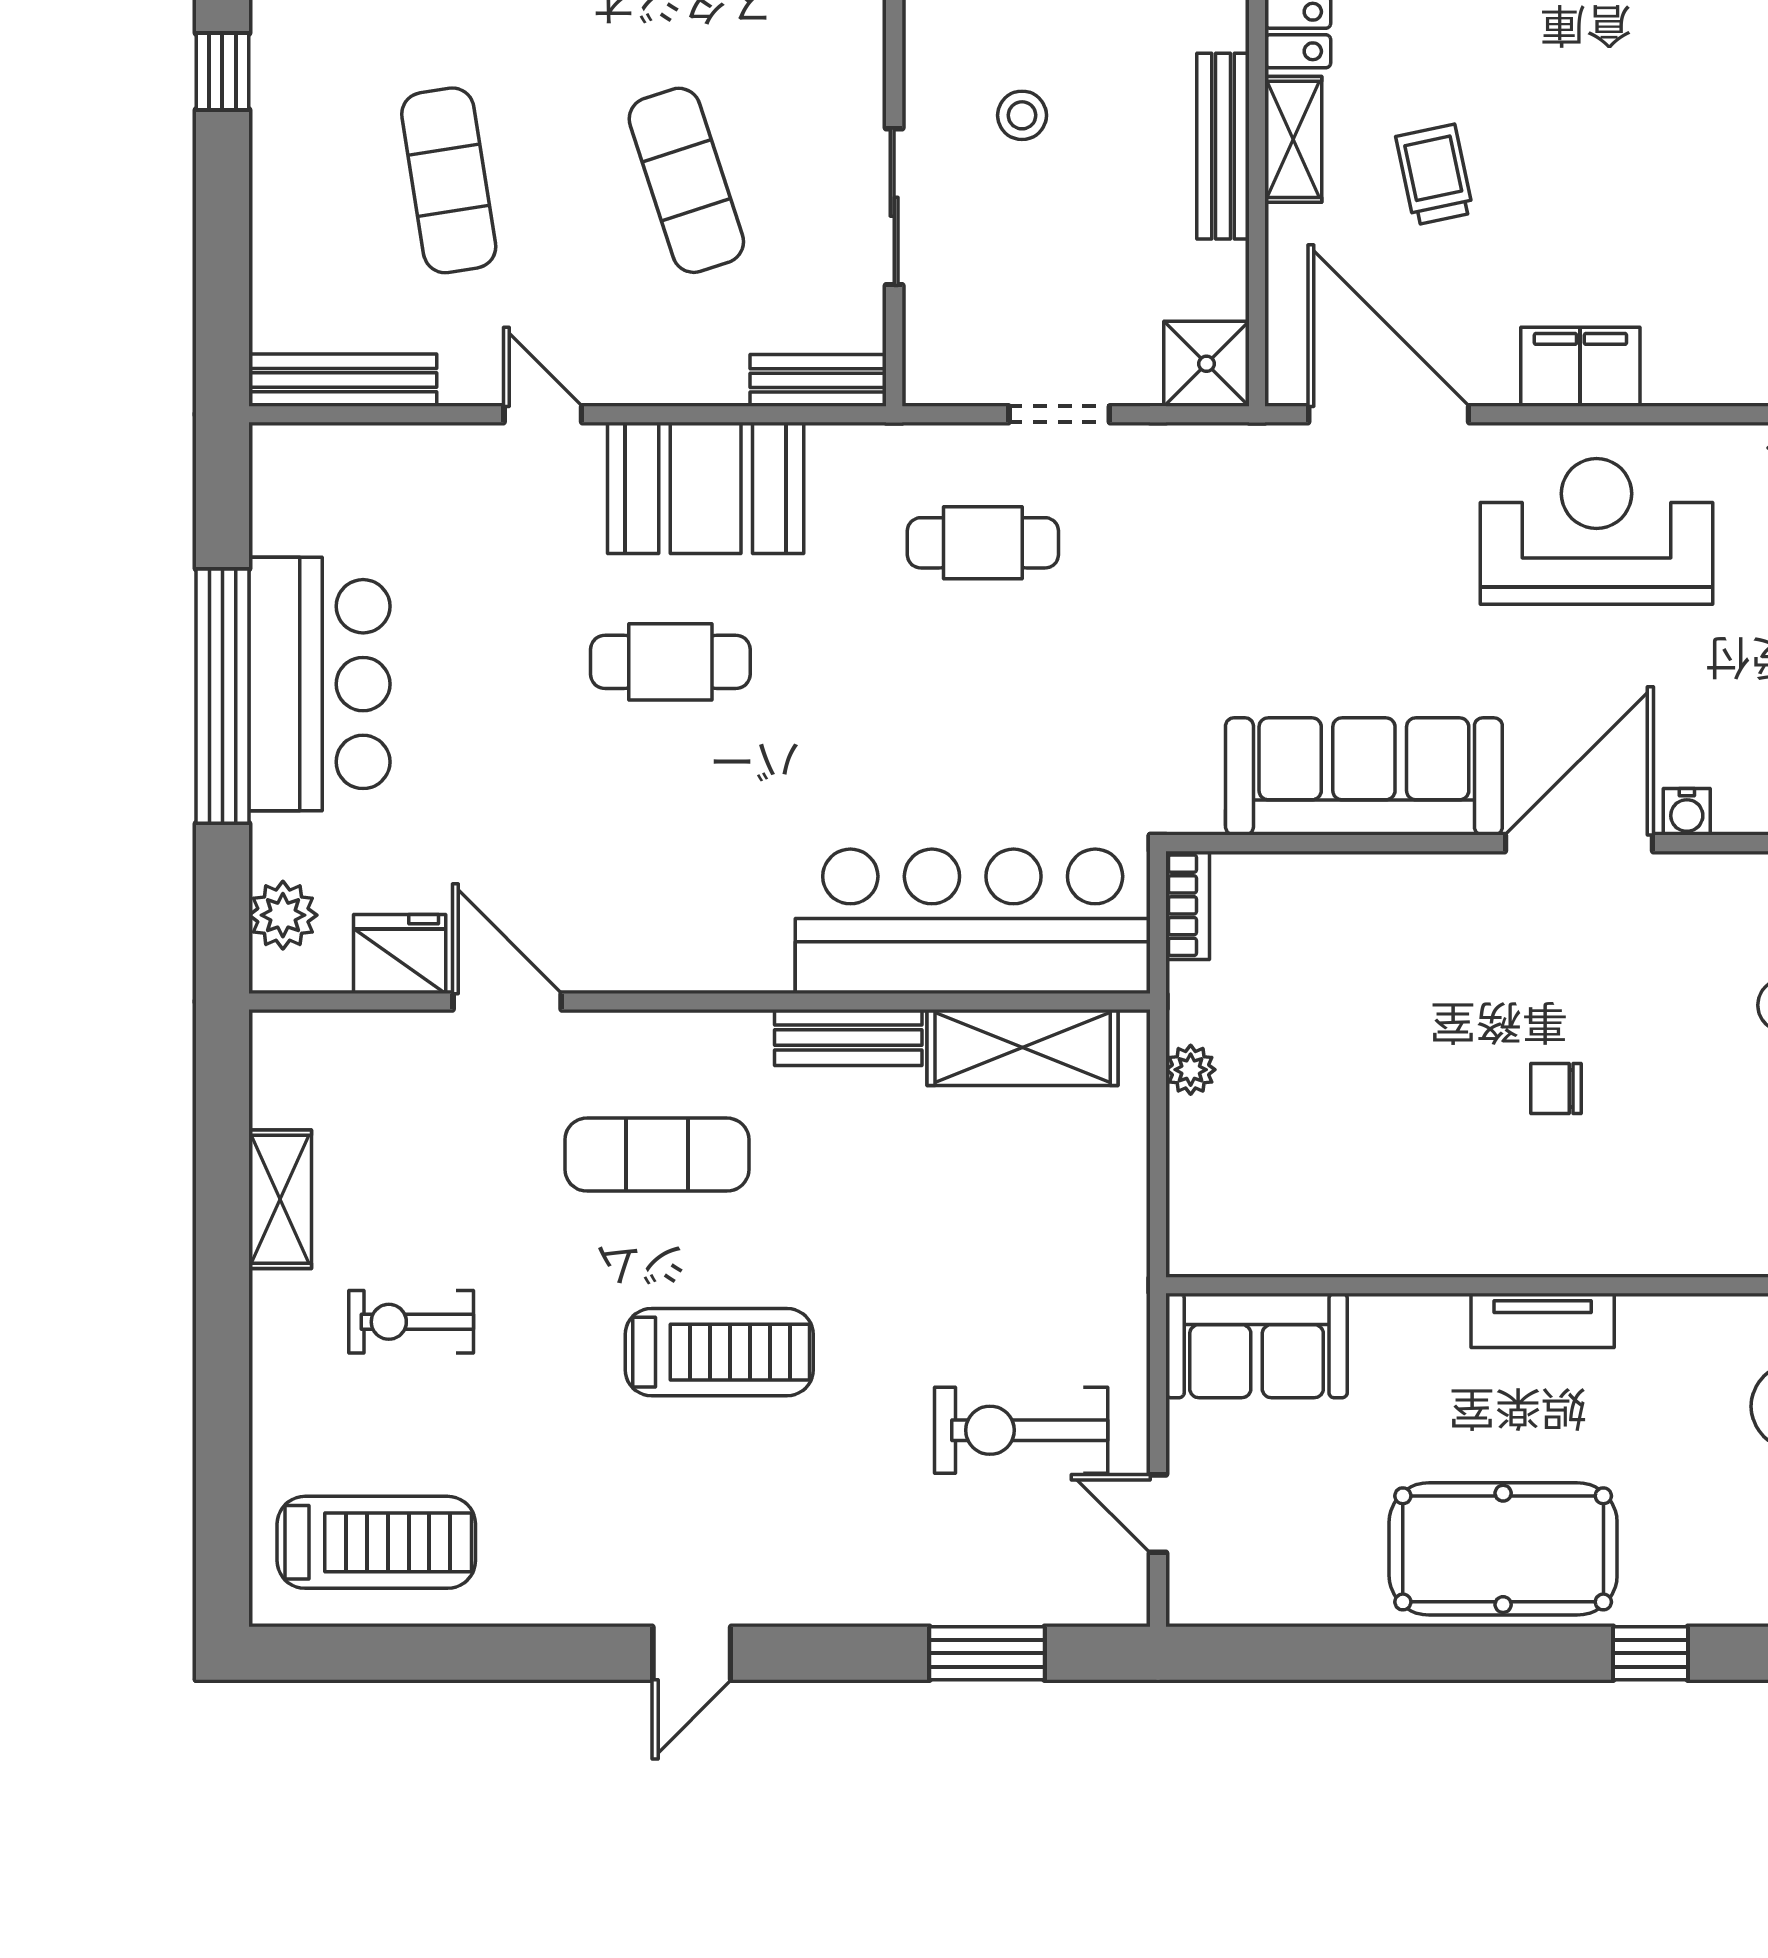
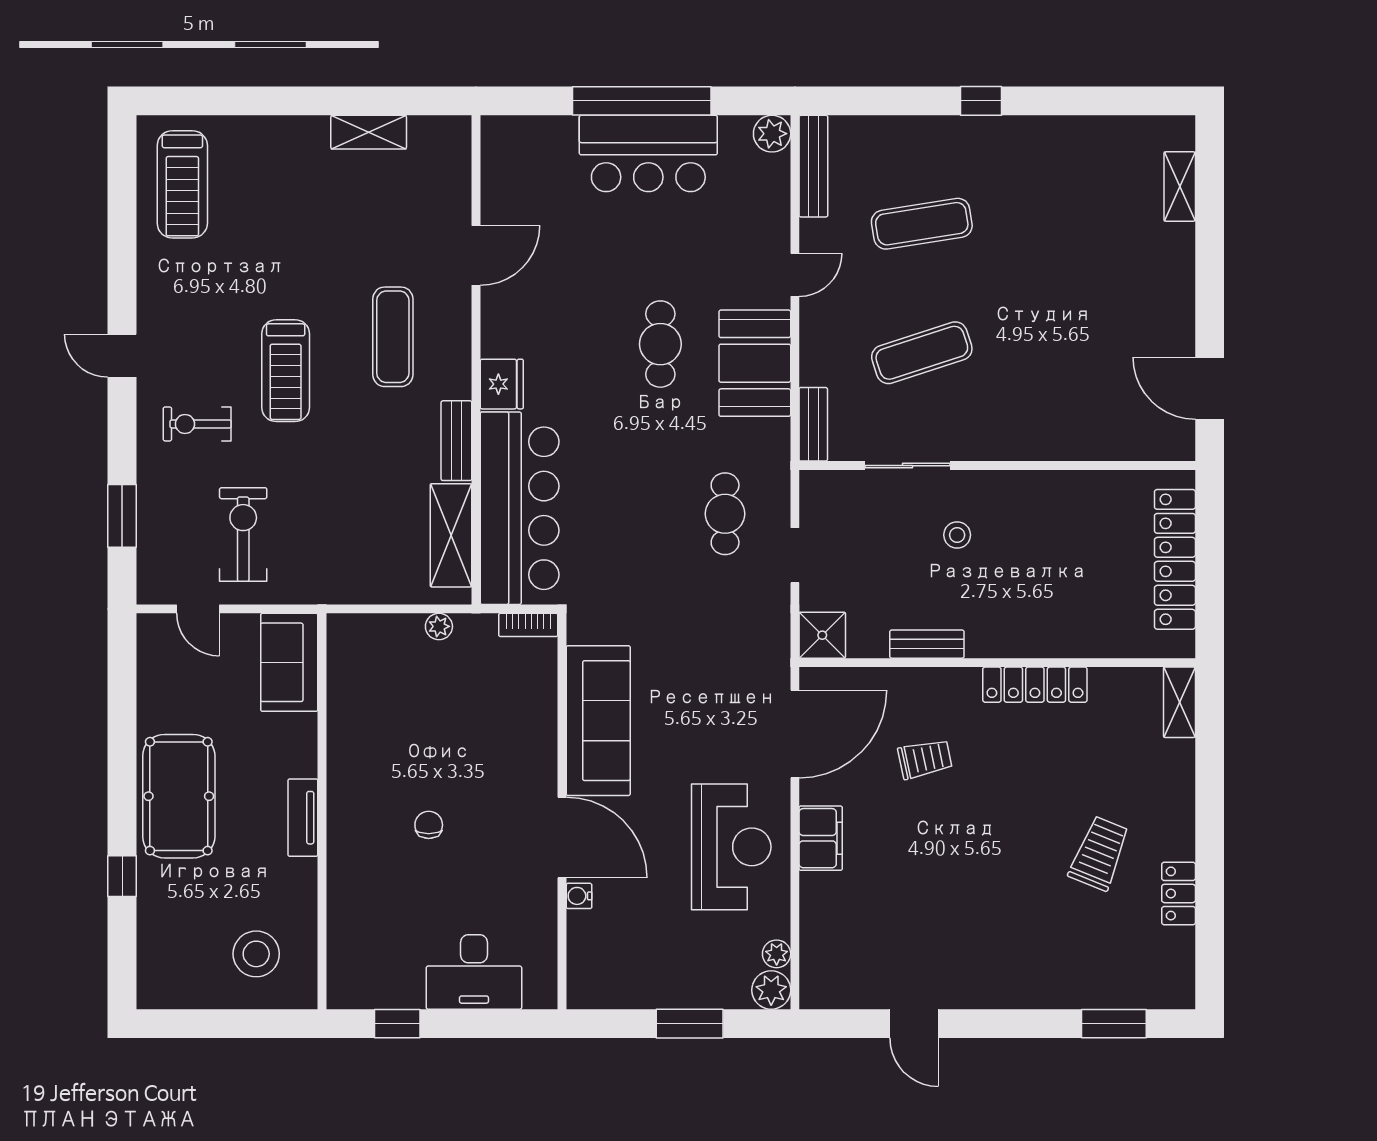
shelving: (1293, 139) -> (944, 682), removed
bench: (1223, 146) -> (927, 644), width x0.73
plant: (283, 915) -> (772, 134), moved
fridge: (400, 954) -> (502, 384), moved
exercise bike: (411, 1322) -> (197, 424), moved, turned -90
door: (1158, 1514) -> (198, 609), swing flipped

